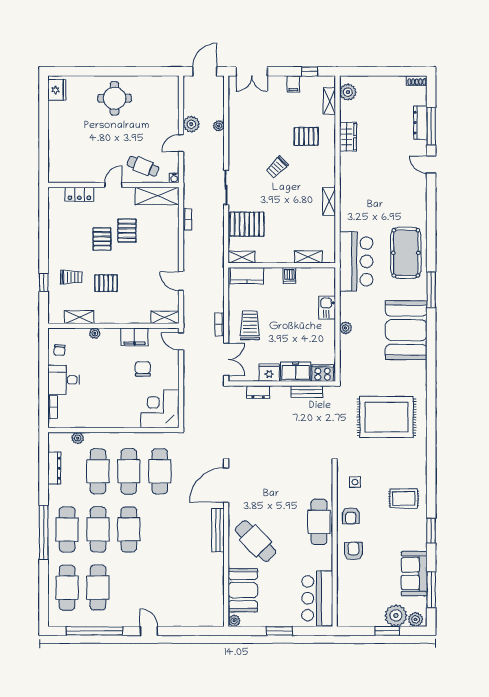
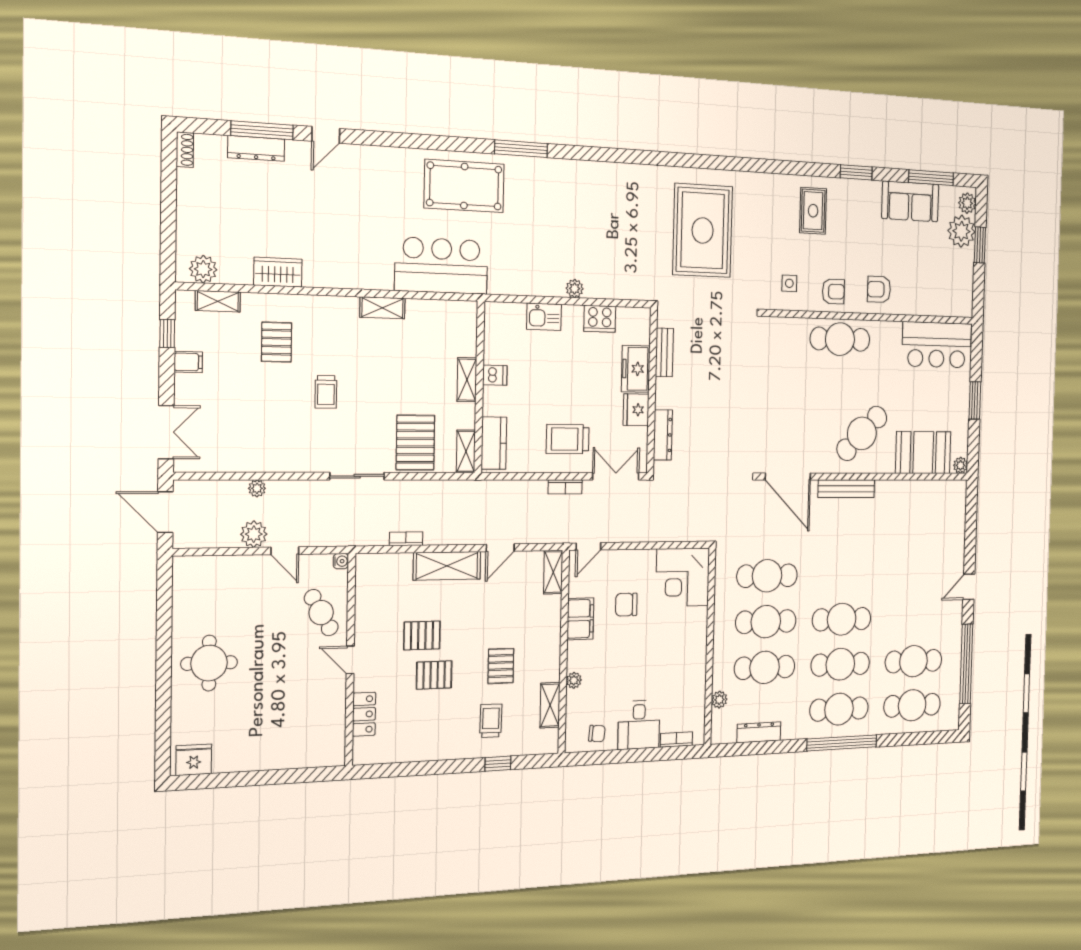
cafe table: (143, 166) -> (321, 613), turned -52
trolley: (277, 167) -> (326, 392), turned 46
shelving: (157, 196) -> (447, 566), moved, turned 90
shelving: (308, 257) -> (467, 380), moved
bar counter: (356, 261) -> (441, 266), moved
booth: (406, 330) -> (580, 193), removed
cooker: (323, 373) -> (600, 319), moved, turned -90
dresser: (258, 392) -> (663, 435), width x1.44

